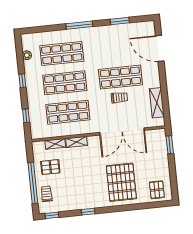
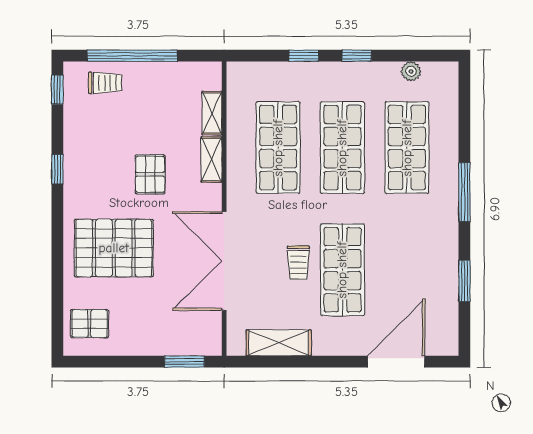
window: (26, 116) -> (304, 56), moved
pallet: (50, 167) -> (150, 174), moved

